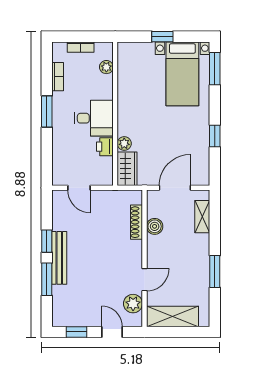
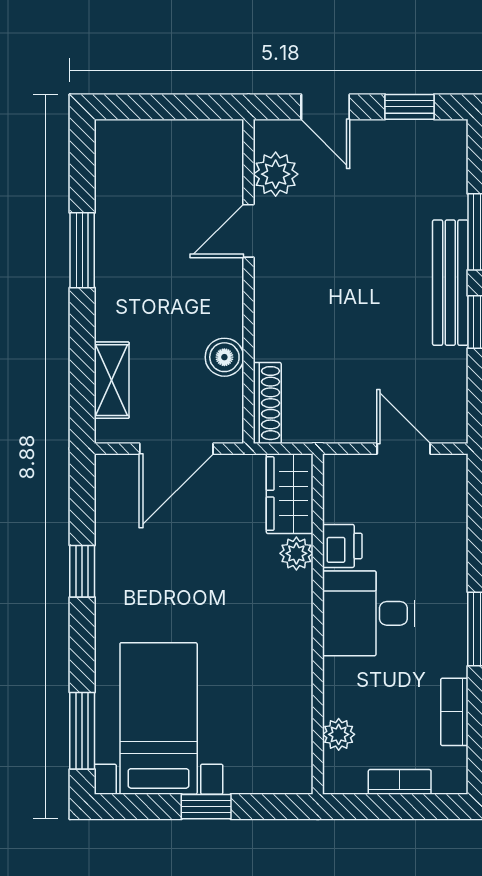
shoe rack: (137, 222) -> (267, 403), moved
shelving: (173, 316) -> (182, 144), removed

